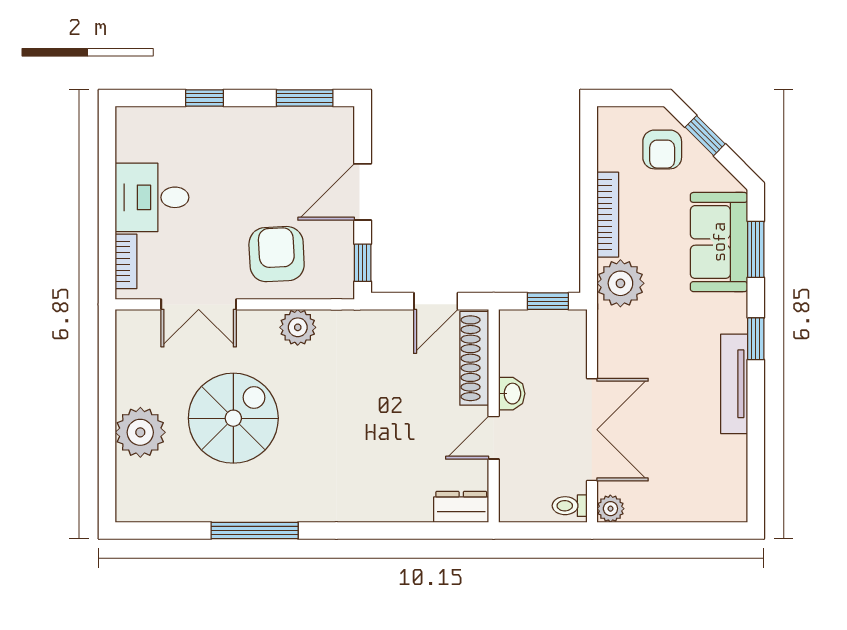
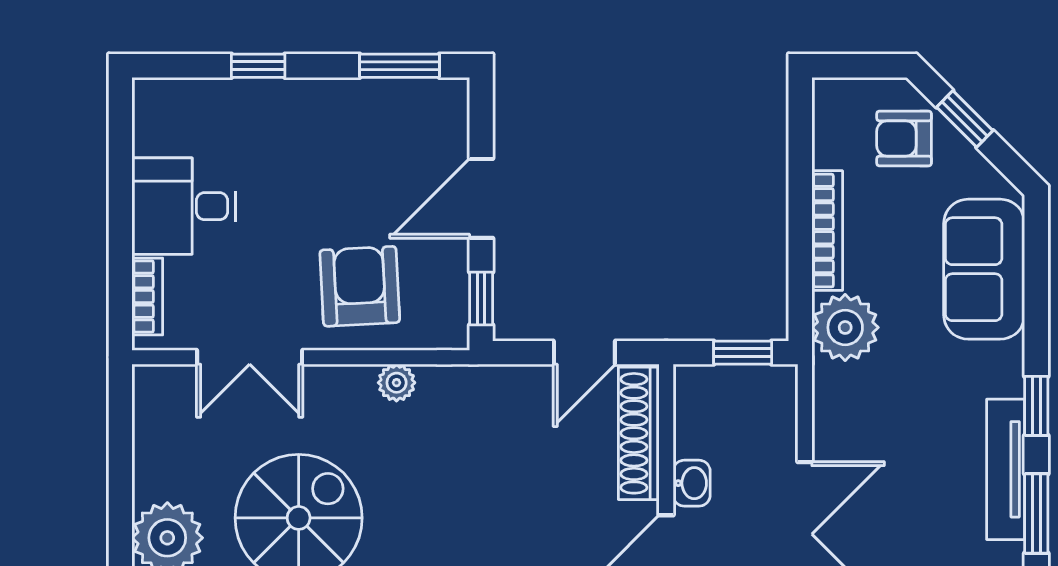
armchair: (662, 149) -> (904, 138), turned 90
window: (756, 249) -> (1036, 514), moved
plant: (298, 327) -> (397, 383), width x0.73, depth x0.73

